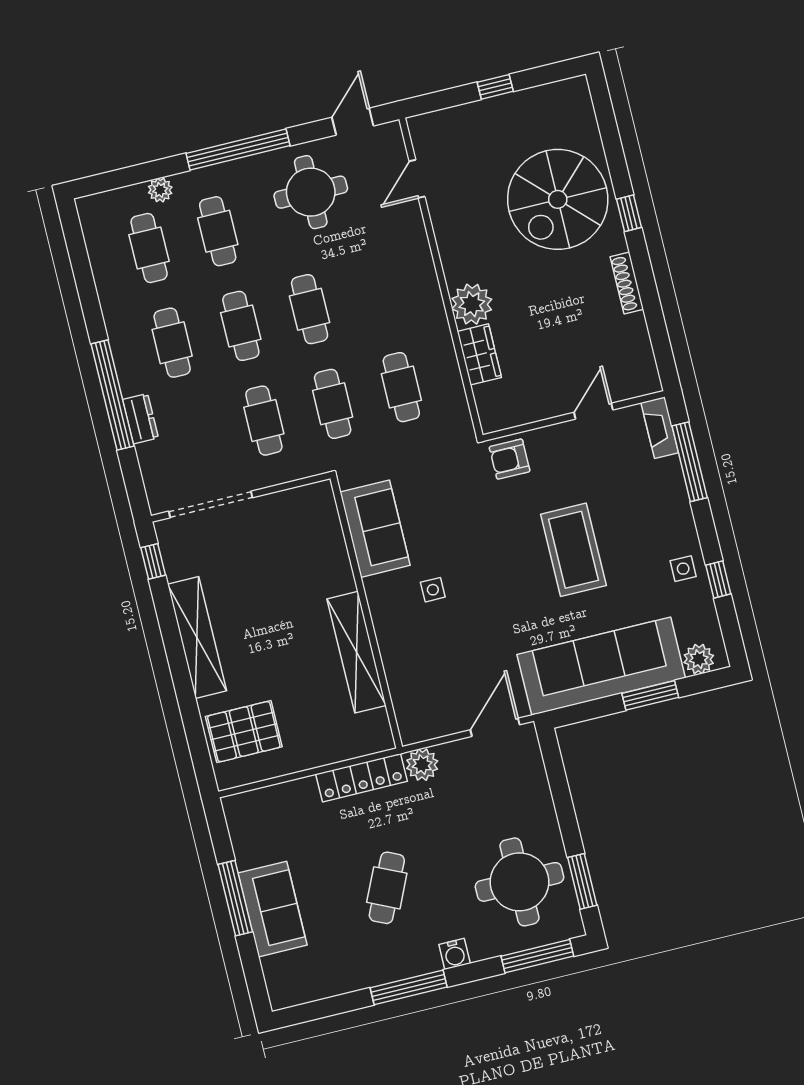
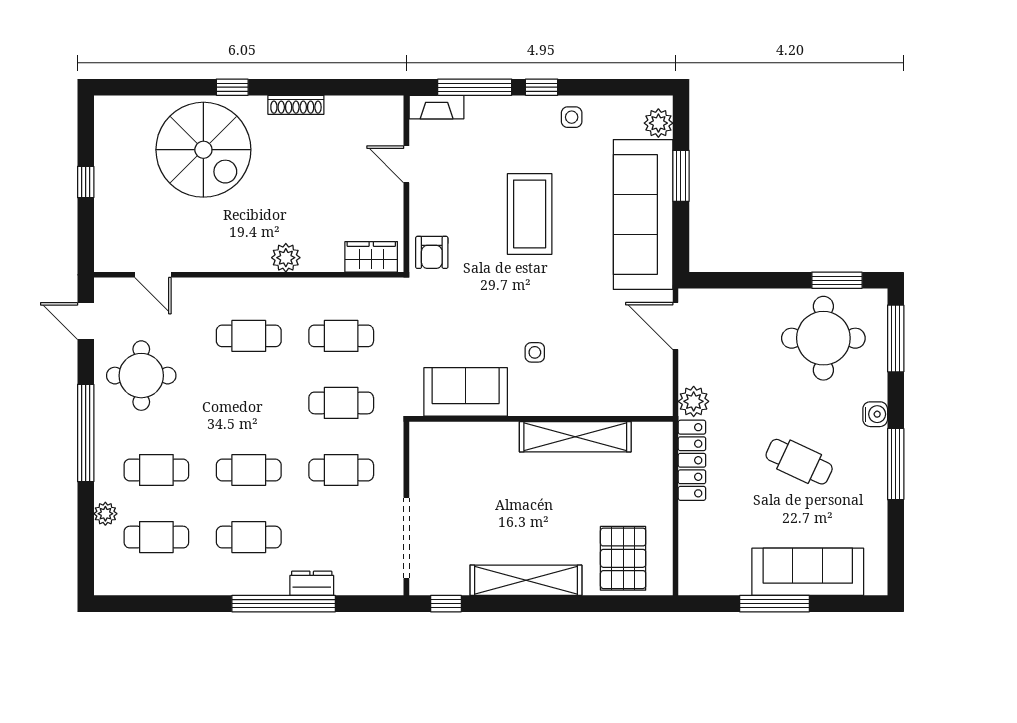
plant: (472, 304) -> (286, 258), width x0.73, depth x0.73
cafe table: (310, 309) -> (249, 336), moved
wardrobe: (479, 354) -> (371, 257), moved
coffee table: (573, 550) -> (530, 214), turned 90
window: (718, 579) -> (542, 87), moved
sofa: (272, 909) -> (808, 572), width x1.36

